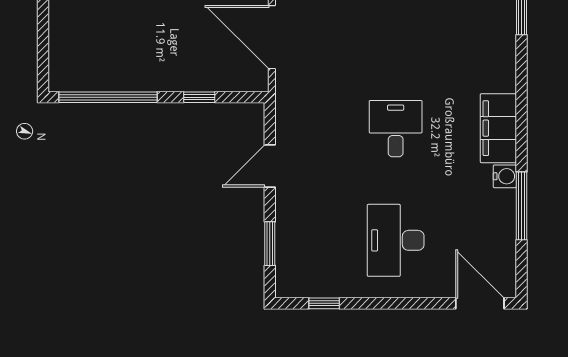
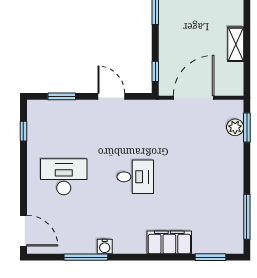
window: (199, 97) -> (155, 71), moved
filing cabinet: (498, 128) -> (169, 242), moved
door: (480, 303) -> (23, 231), hinge flipped

